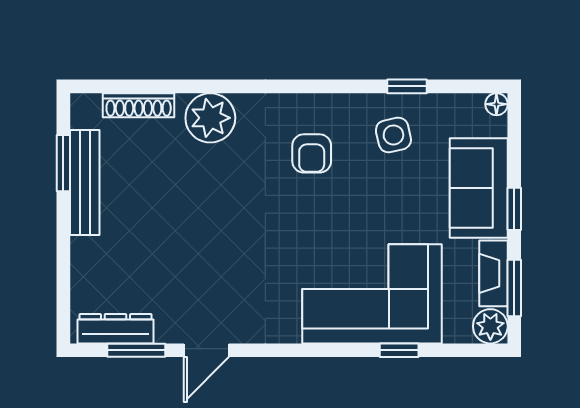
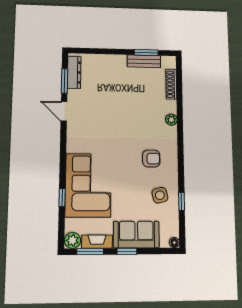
plant: (210, 118) -> (171, 120), width x0.53, depth x0.53
armchair: (312, 153) -> (151, 159), turned 180
bench: (85, 183) -> (144, 61), width x0.73

